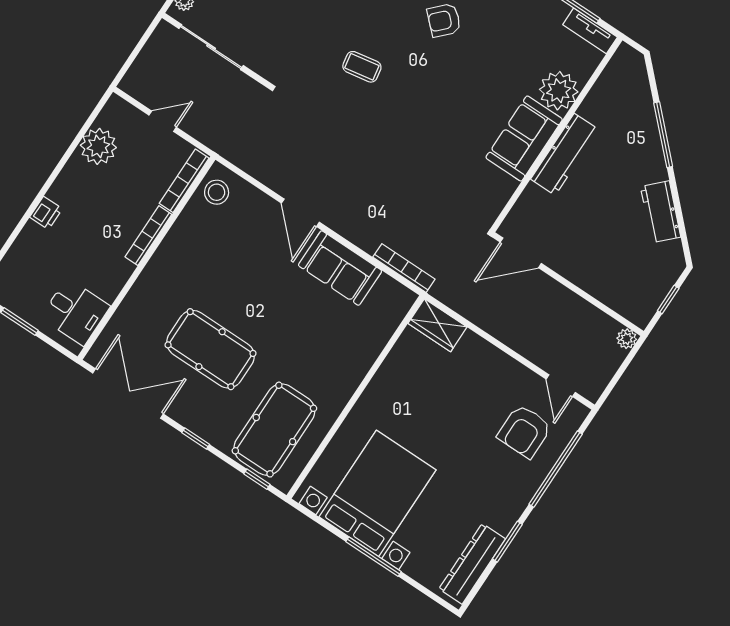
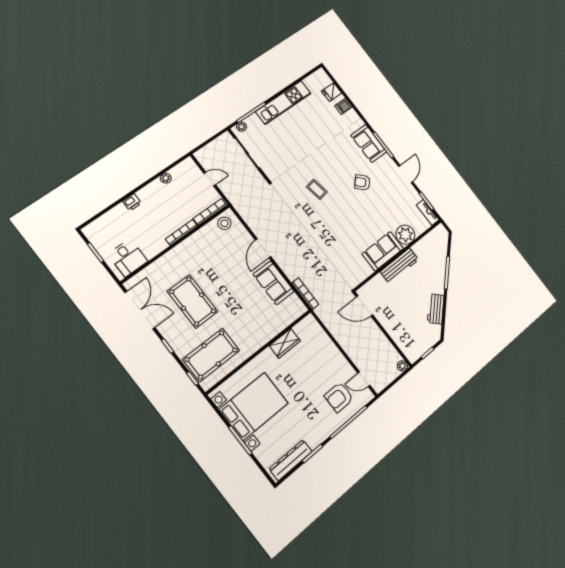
plant: (98, 146) -> (166, 178), width x0.53, depth x0.53
wardrobe: (437, 325) -> (285, 343), moved, turned -90
door: (561, 386) -> (364, 379), hinge flipped

